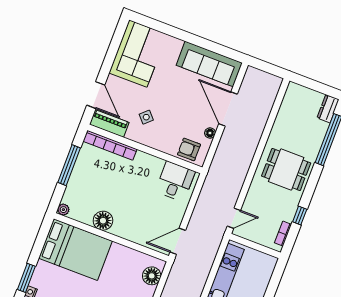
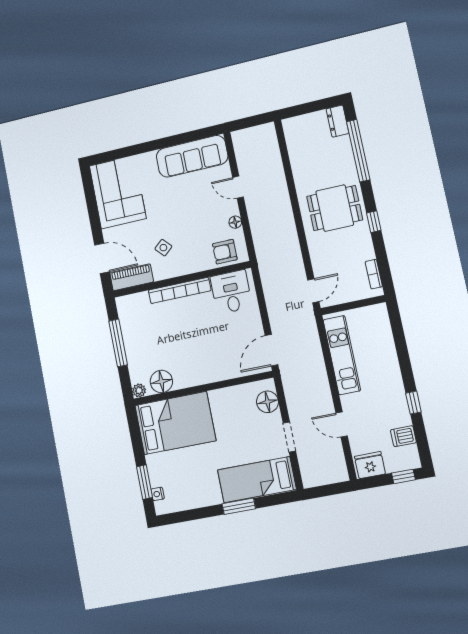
door: (228, 109) -> (238, 187), width x0.53
bookcase: (110, 145) -> (180, 290), moved
window: (300, 216) -> (374, 222), moved
floor lamp: (103, 221) -> (161, 381), moved

